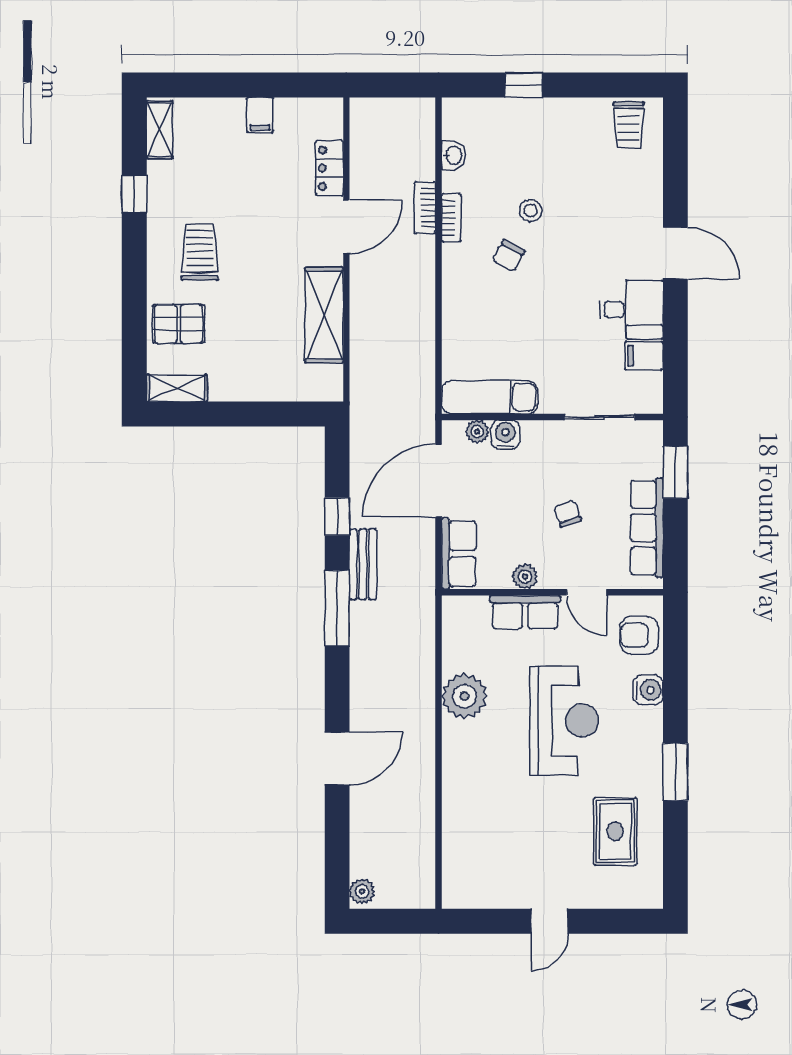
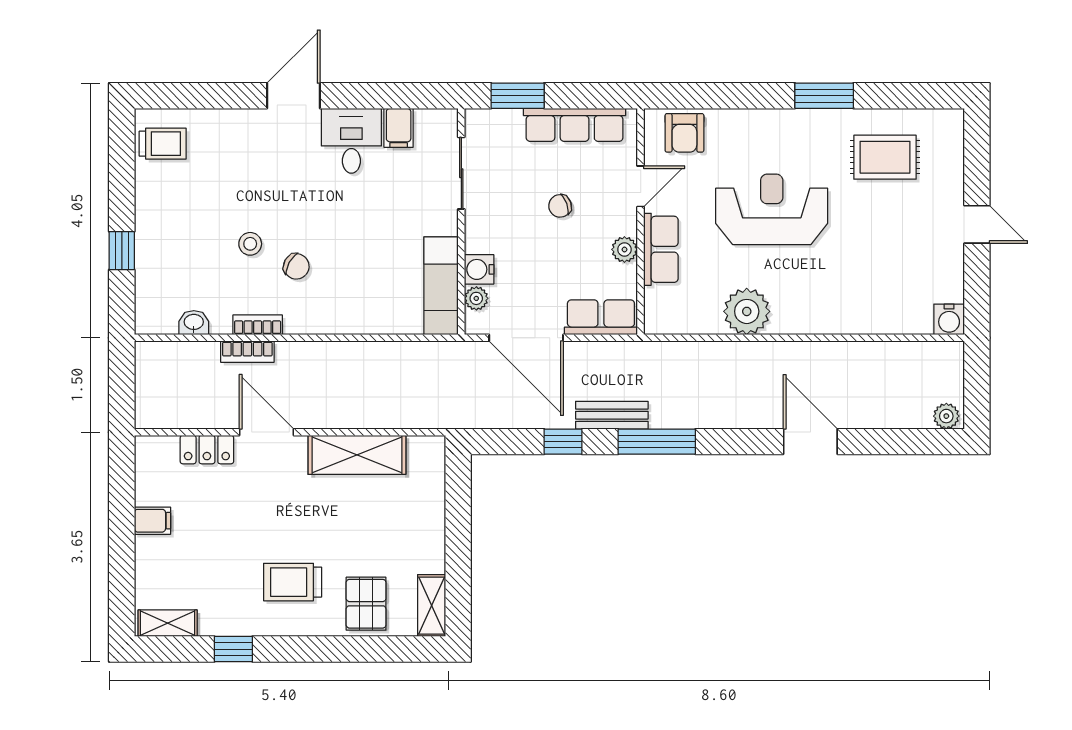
water cooler: (648, 690) -> (949, 319), moved, turned 180

